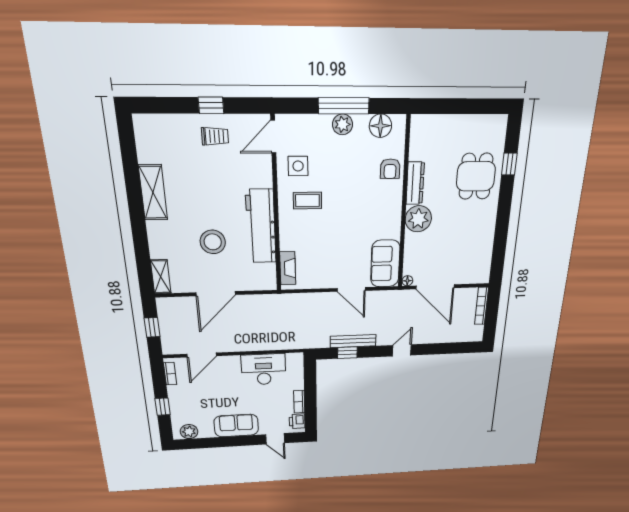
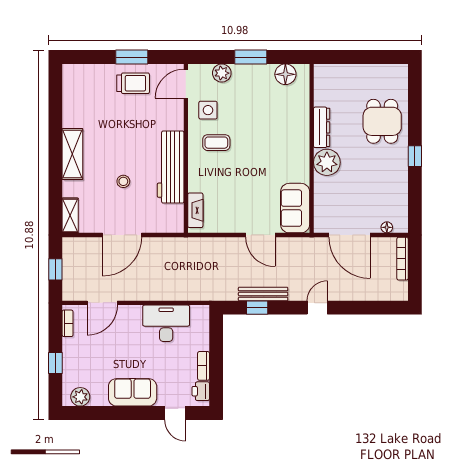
window: (211, 105) -> (132, 57), width x1.50
window: (344, 106) -> (251, 57), width x0.69
plant: (343, 124) -> (222, 73), moved
trolley: (215, 136) -> (133, 83), width x1.36, depth x1.39
window: (509, 164) -> (415, 156), moved
armchair: (390, 169) -> (296, 113), removed
shelving: (153, 193) -> (72, 154), moved
stool: (213, 242) -> (123, 181), width x0.53, depth x0.53
floor lamp: (407, 281) -> (387, 227), moved

